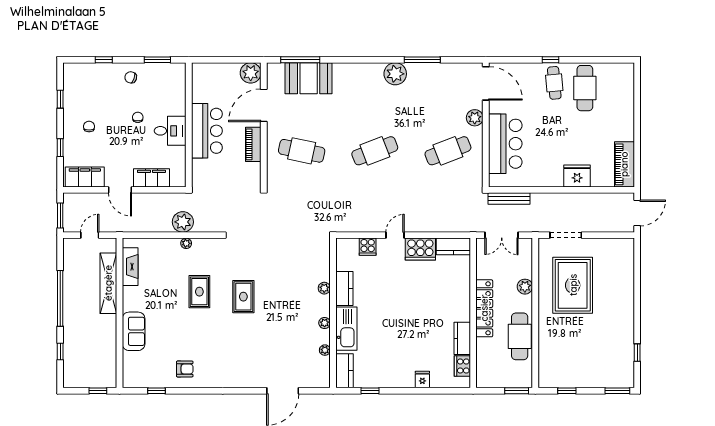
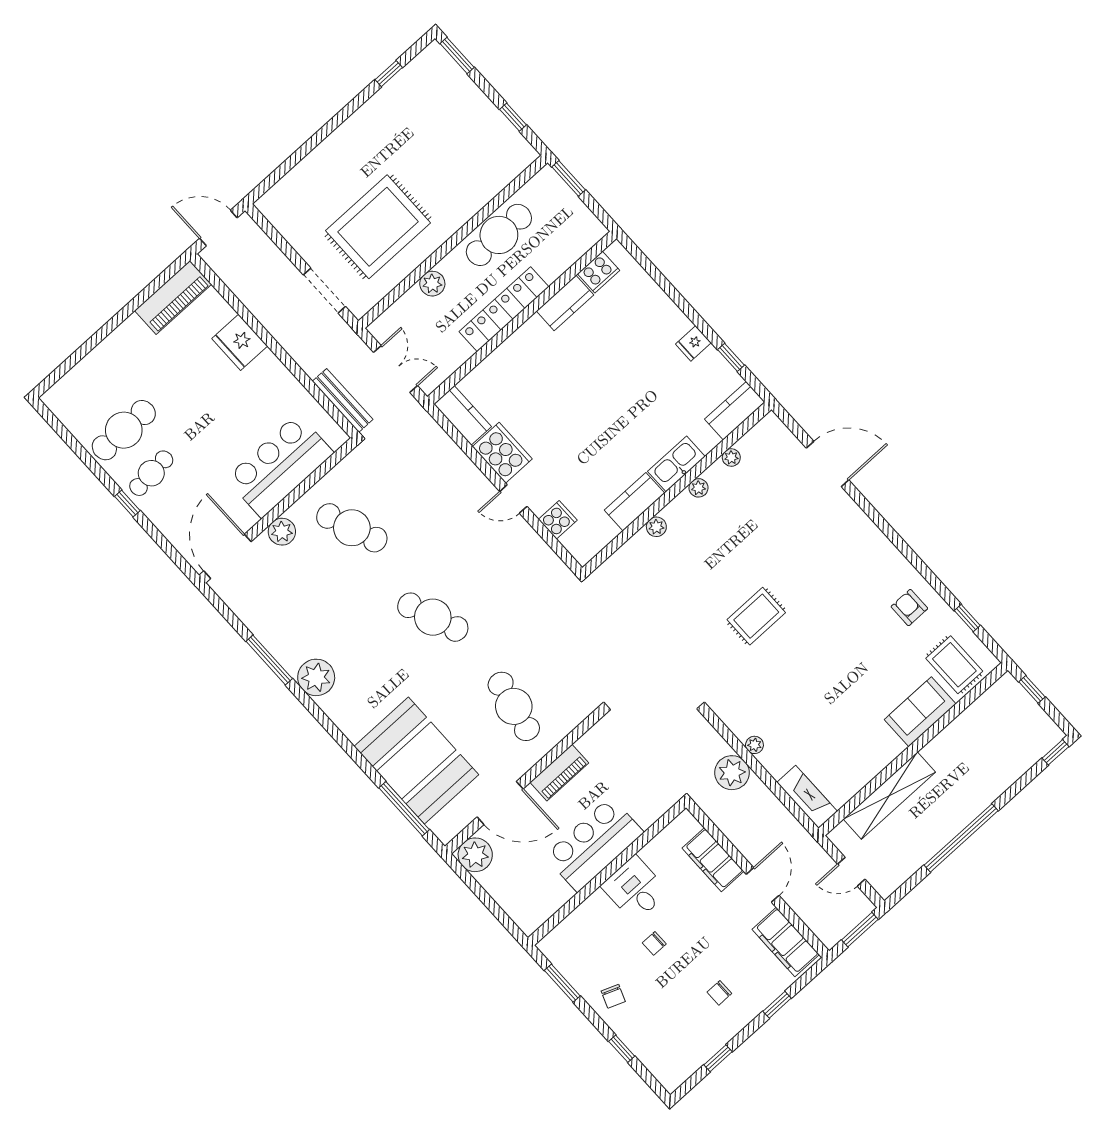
booth: (309, 78) -> (416, 760), width x1.36, depth x1.42
fireplace: (130, 267) -> (807, 797), moved, turned 90
rug: (199, 292) -> (954, 665), moved, turned 90
kitchen sink: (346, 329) -> (676, 464), width x0.73, depth x0.81
window: (60, 351) -> (1056, 752), moved
fridge: (422, 380) -> (693, 343), moved

